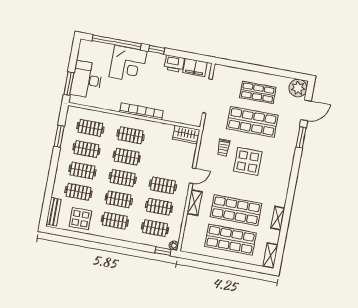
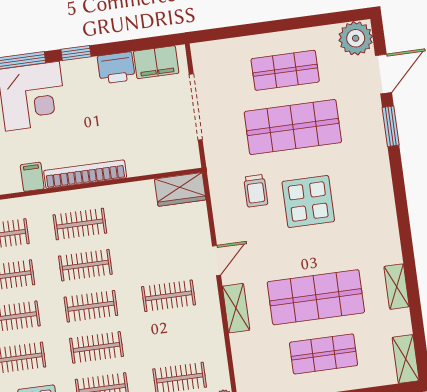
filing cabinet: (115, 104) -> (32, 177), added
clothes rail: (159, 207) -> (174, 337), removed
shop shelf: (230, 240) -> (324, 354), width x0.70, depth x0.74

